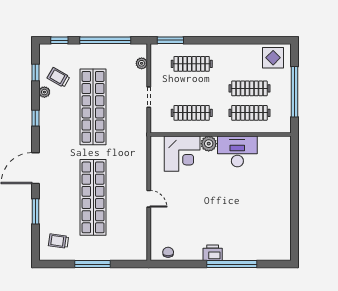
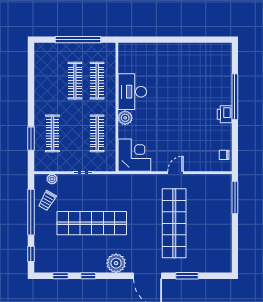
window: (170, 40) -> (31, 139), moved
display table: (273, 58) -> (47, 59), removed
trolley: (58, 77) -> (47, 201), moved
plant: (44, 92) -> (116, 263), moved, width x1.87, depth x1.87
window: (35, 118) -> (88, 276), moved
corner desk: (182, 154) -> (134, 155), moved
shop shelf: (93, 197) -> (174, 223), turned 90
trolley: (59, 241) -> (214, 255), removed
window: (93, 264) -> (235, 198), moved

